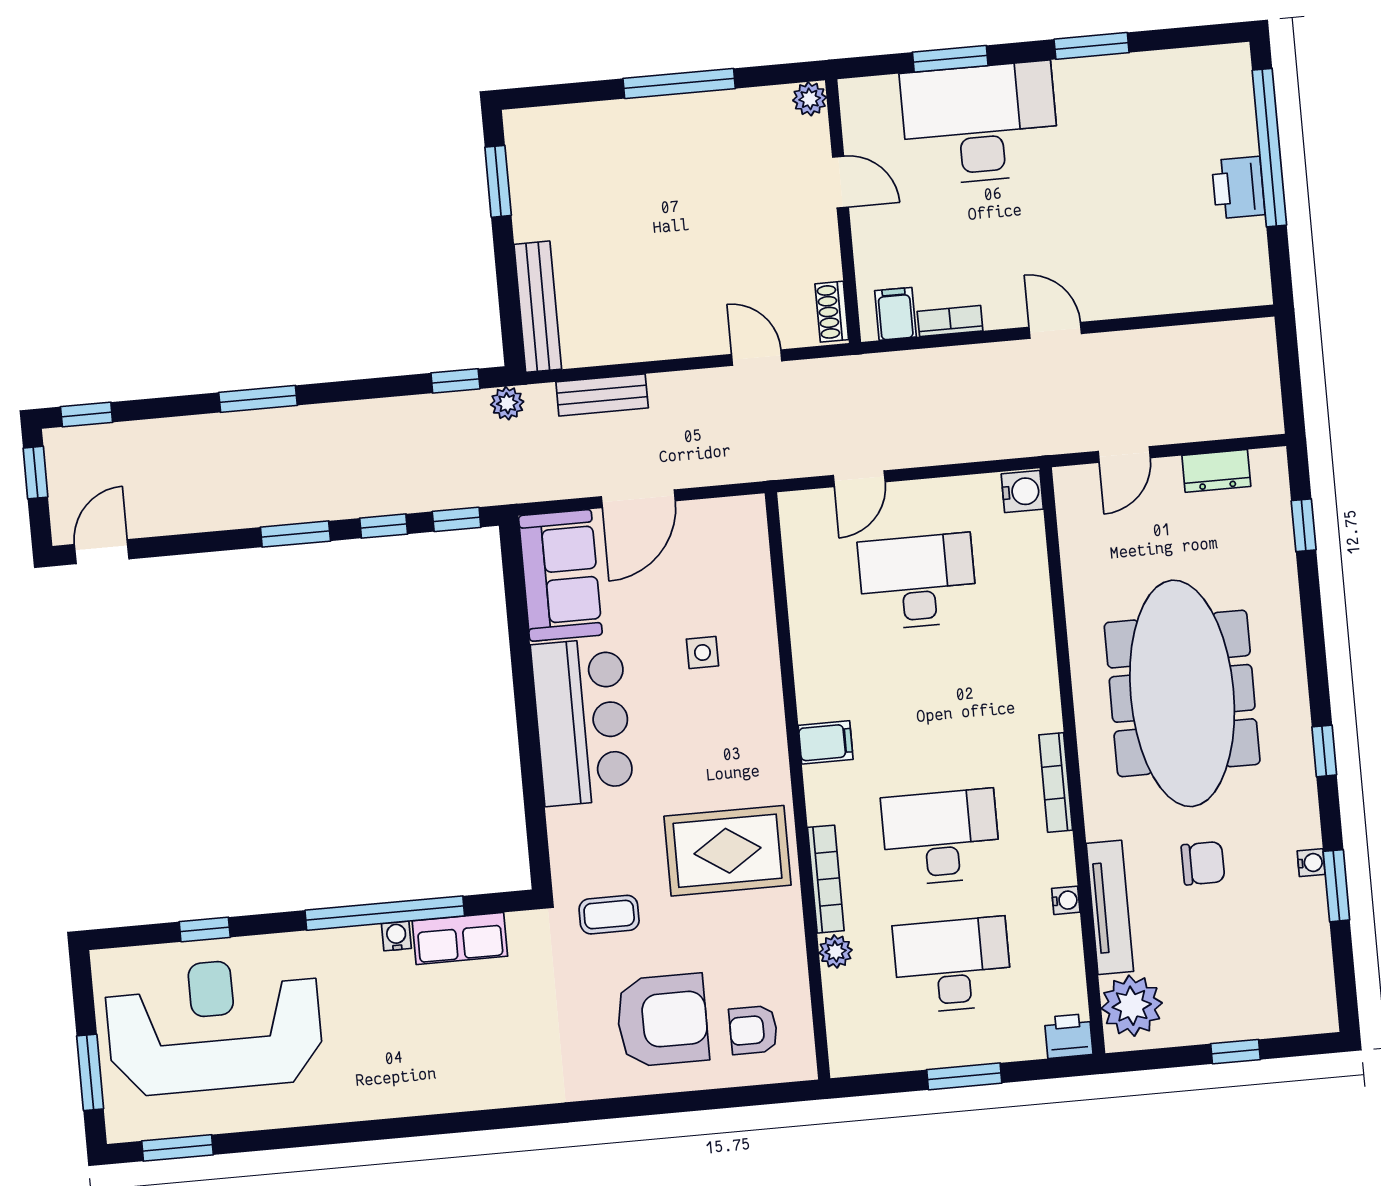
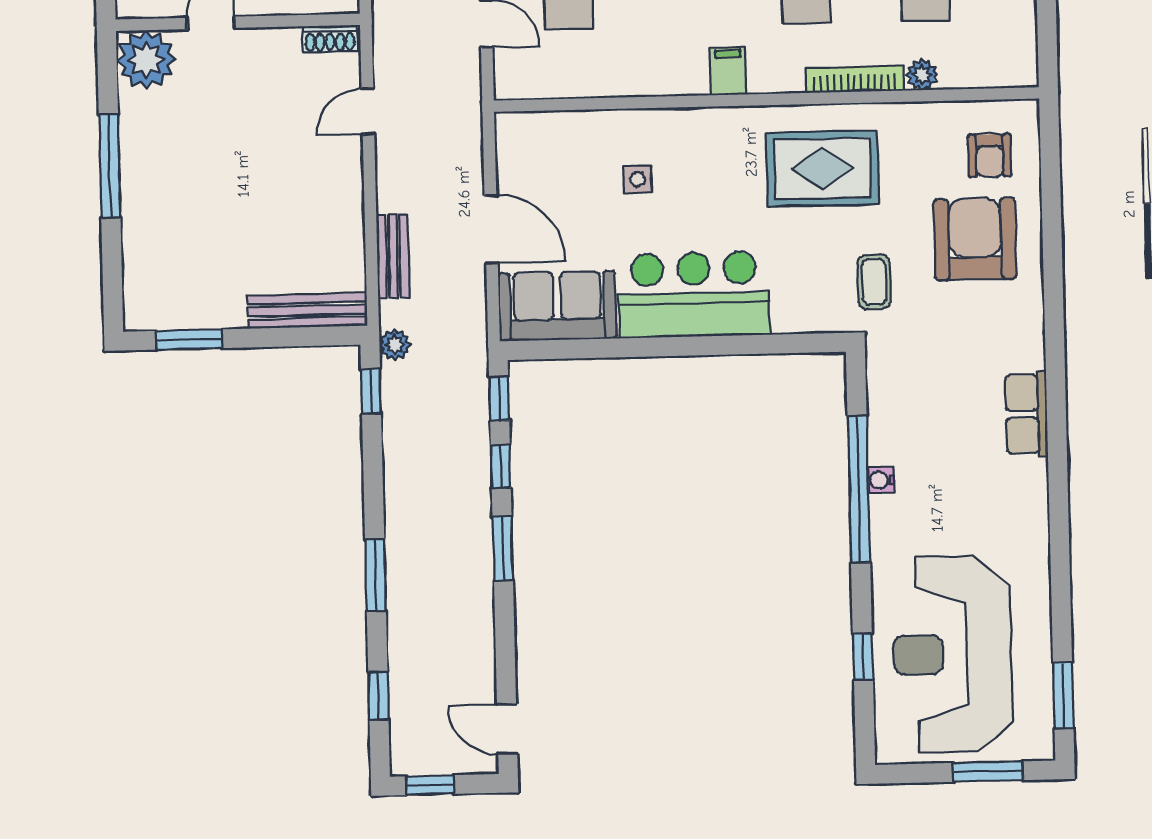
plant: (810, 99) -> (146, 60), width x1.88, depth x1.88
window: (87, 414) -> (378, 696), moved
rug: (728, 851) -> (822, 168), turned 90
row of seats: (460, 938) -> (1027, 414), moved, turned 180

